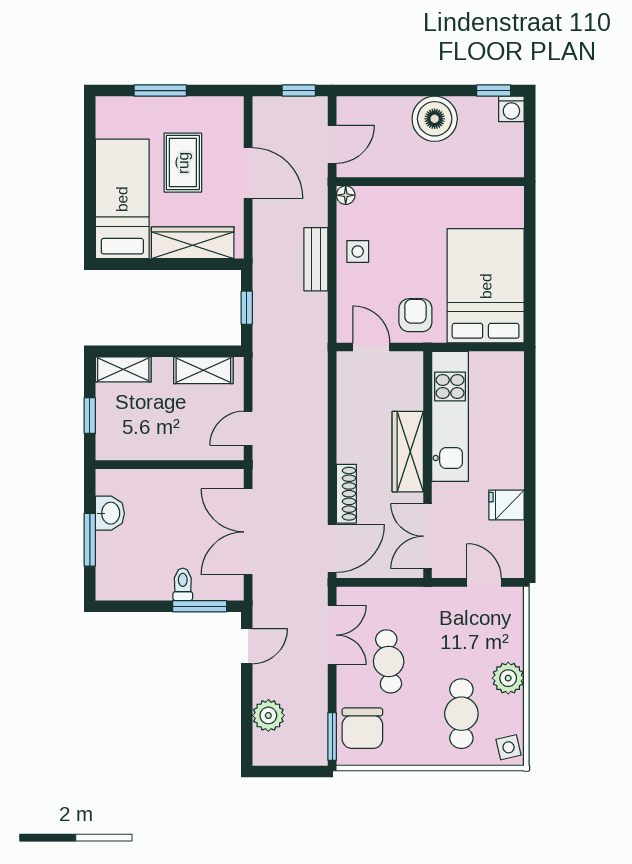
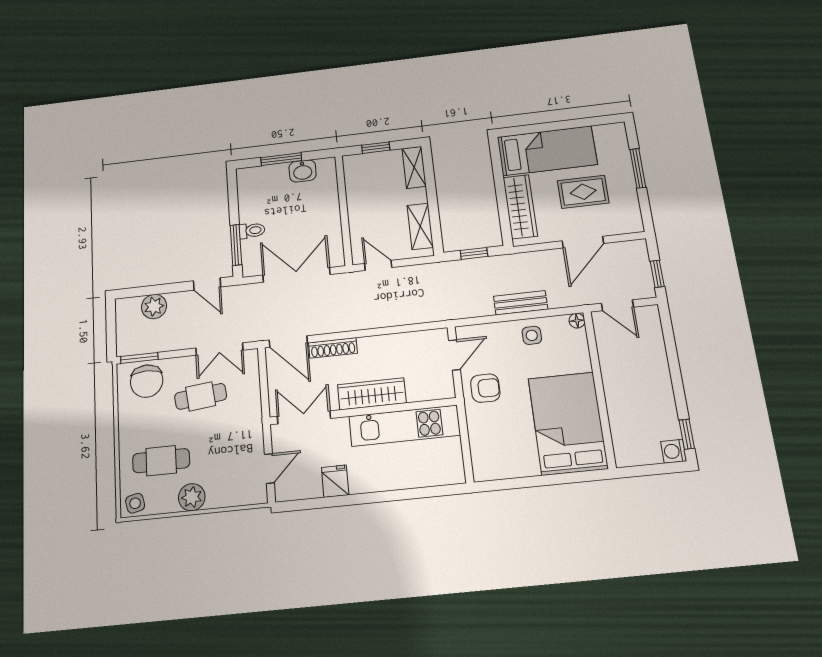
boiler: (435, 119) -> (653, 387), removed
bed: (486, 286) -> (568, 423), moved, turned -90
chair: (362, 728) -> (147, 381), turned -90

